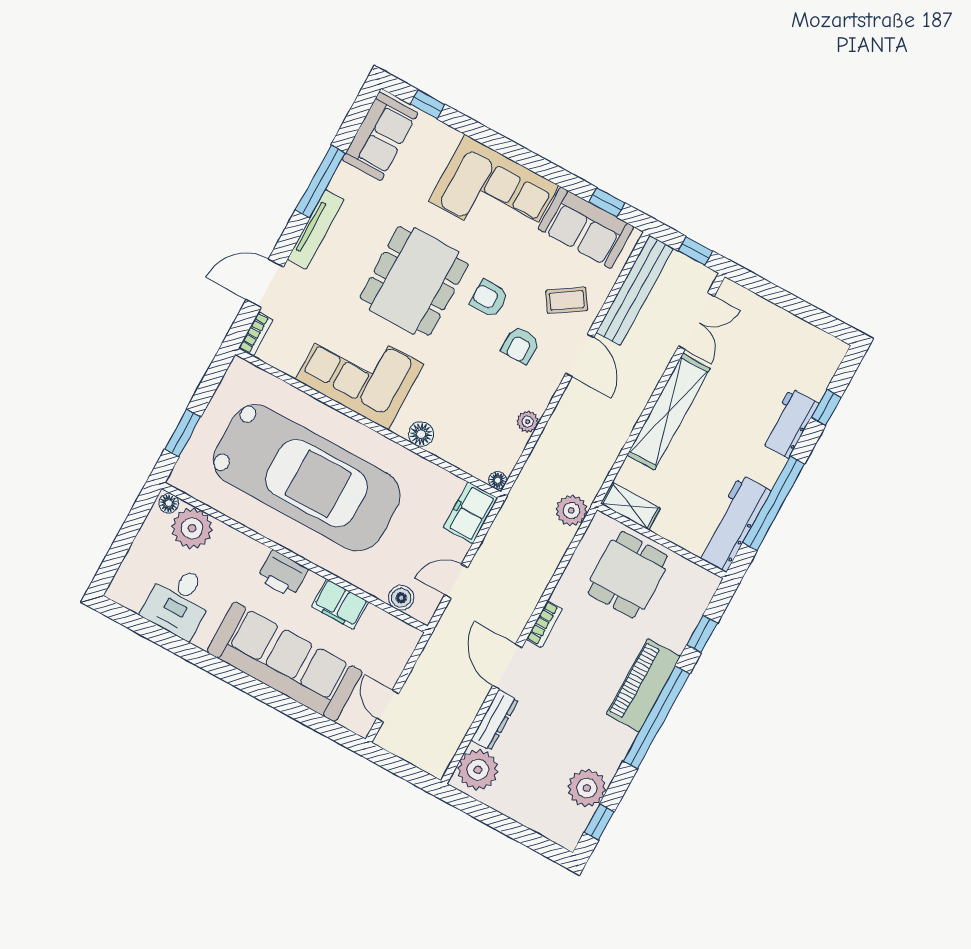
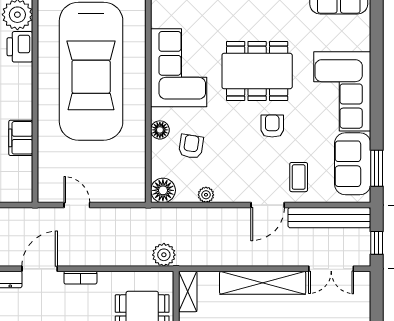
window: (428, 104) -> (377, 17), removed
window: (607, 202) -> (377, 168), width x1.50
coffee table: (567, 300) -> (299, 177), turned 33
armchair: (520, 345) -> (191, 146), moved, turned 99
floor lamp: (498, 480) -> (163, 190), width x1.89, depth x1.89
freezer: (471, 513) -> (127, 190), removed
printer: (283, 574) -> (20, 47), moved
boiler: (401, 598) -> (47, 175), removed

